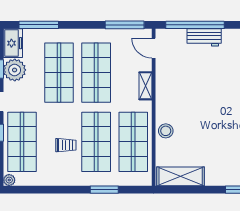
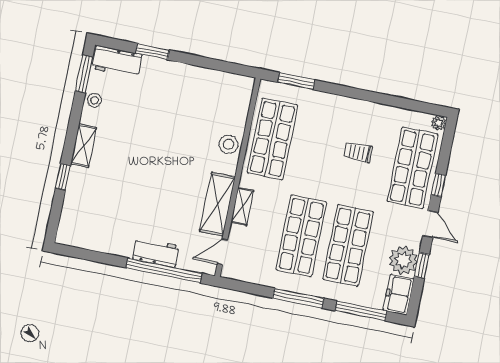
window: (125, 25) -> (298, 298), moved
door: (154, 48) -> (222, 252), swing flipped
shop shelf: (96, 142) -> (319, 149), removed
shelving: (181, 176) -> (217, 204), moved, turned 90
window: (104, 190) -> (296, 81), moved

